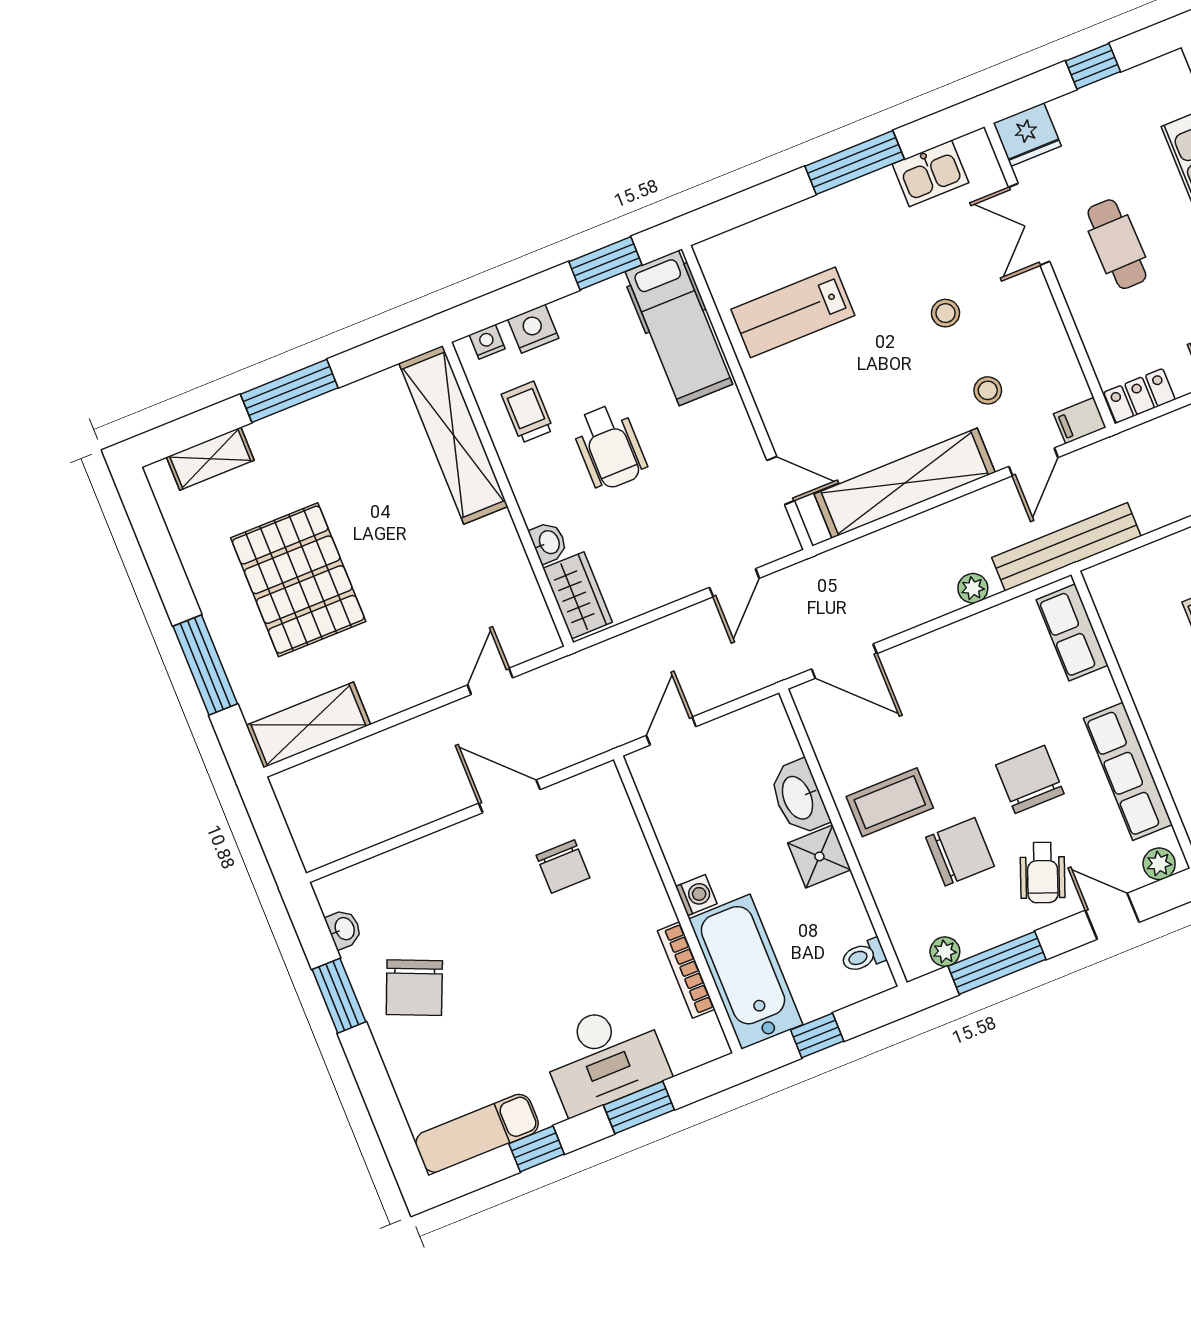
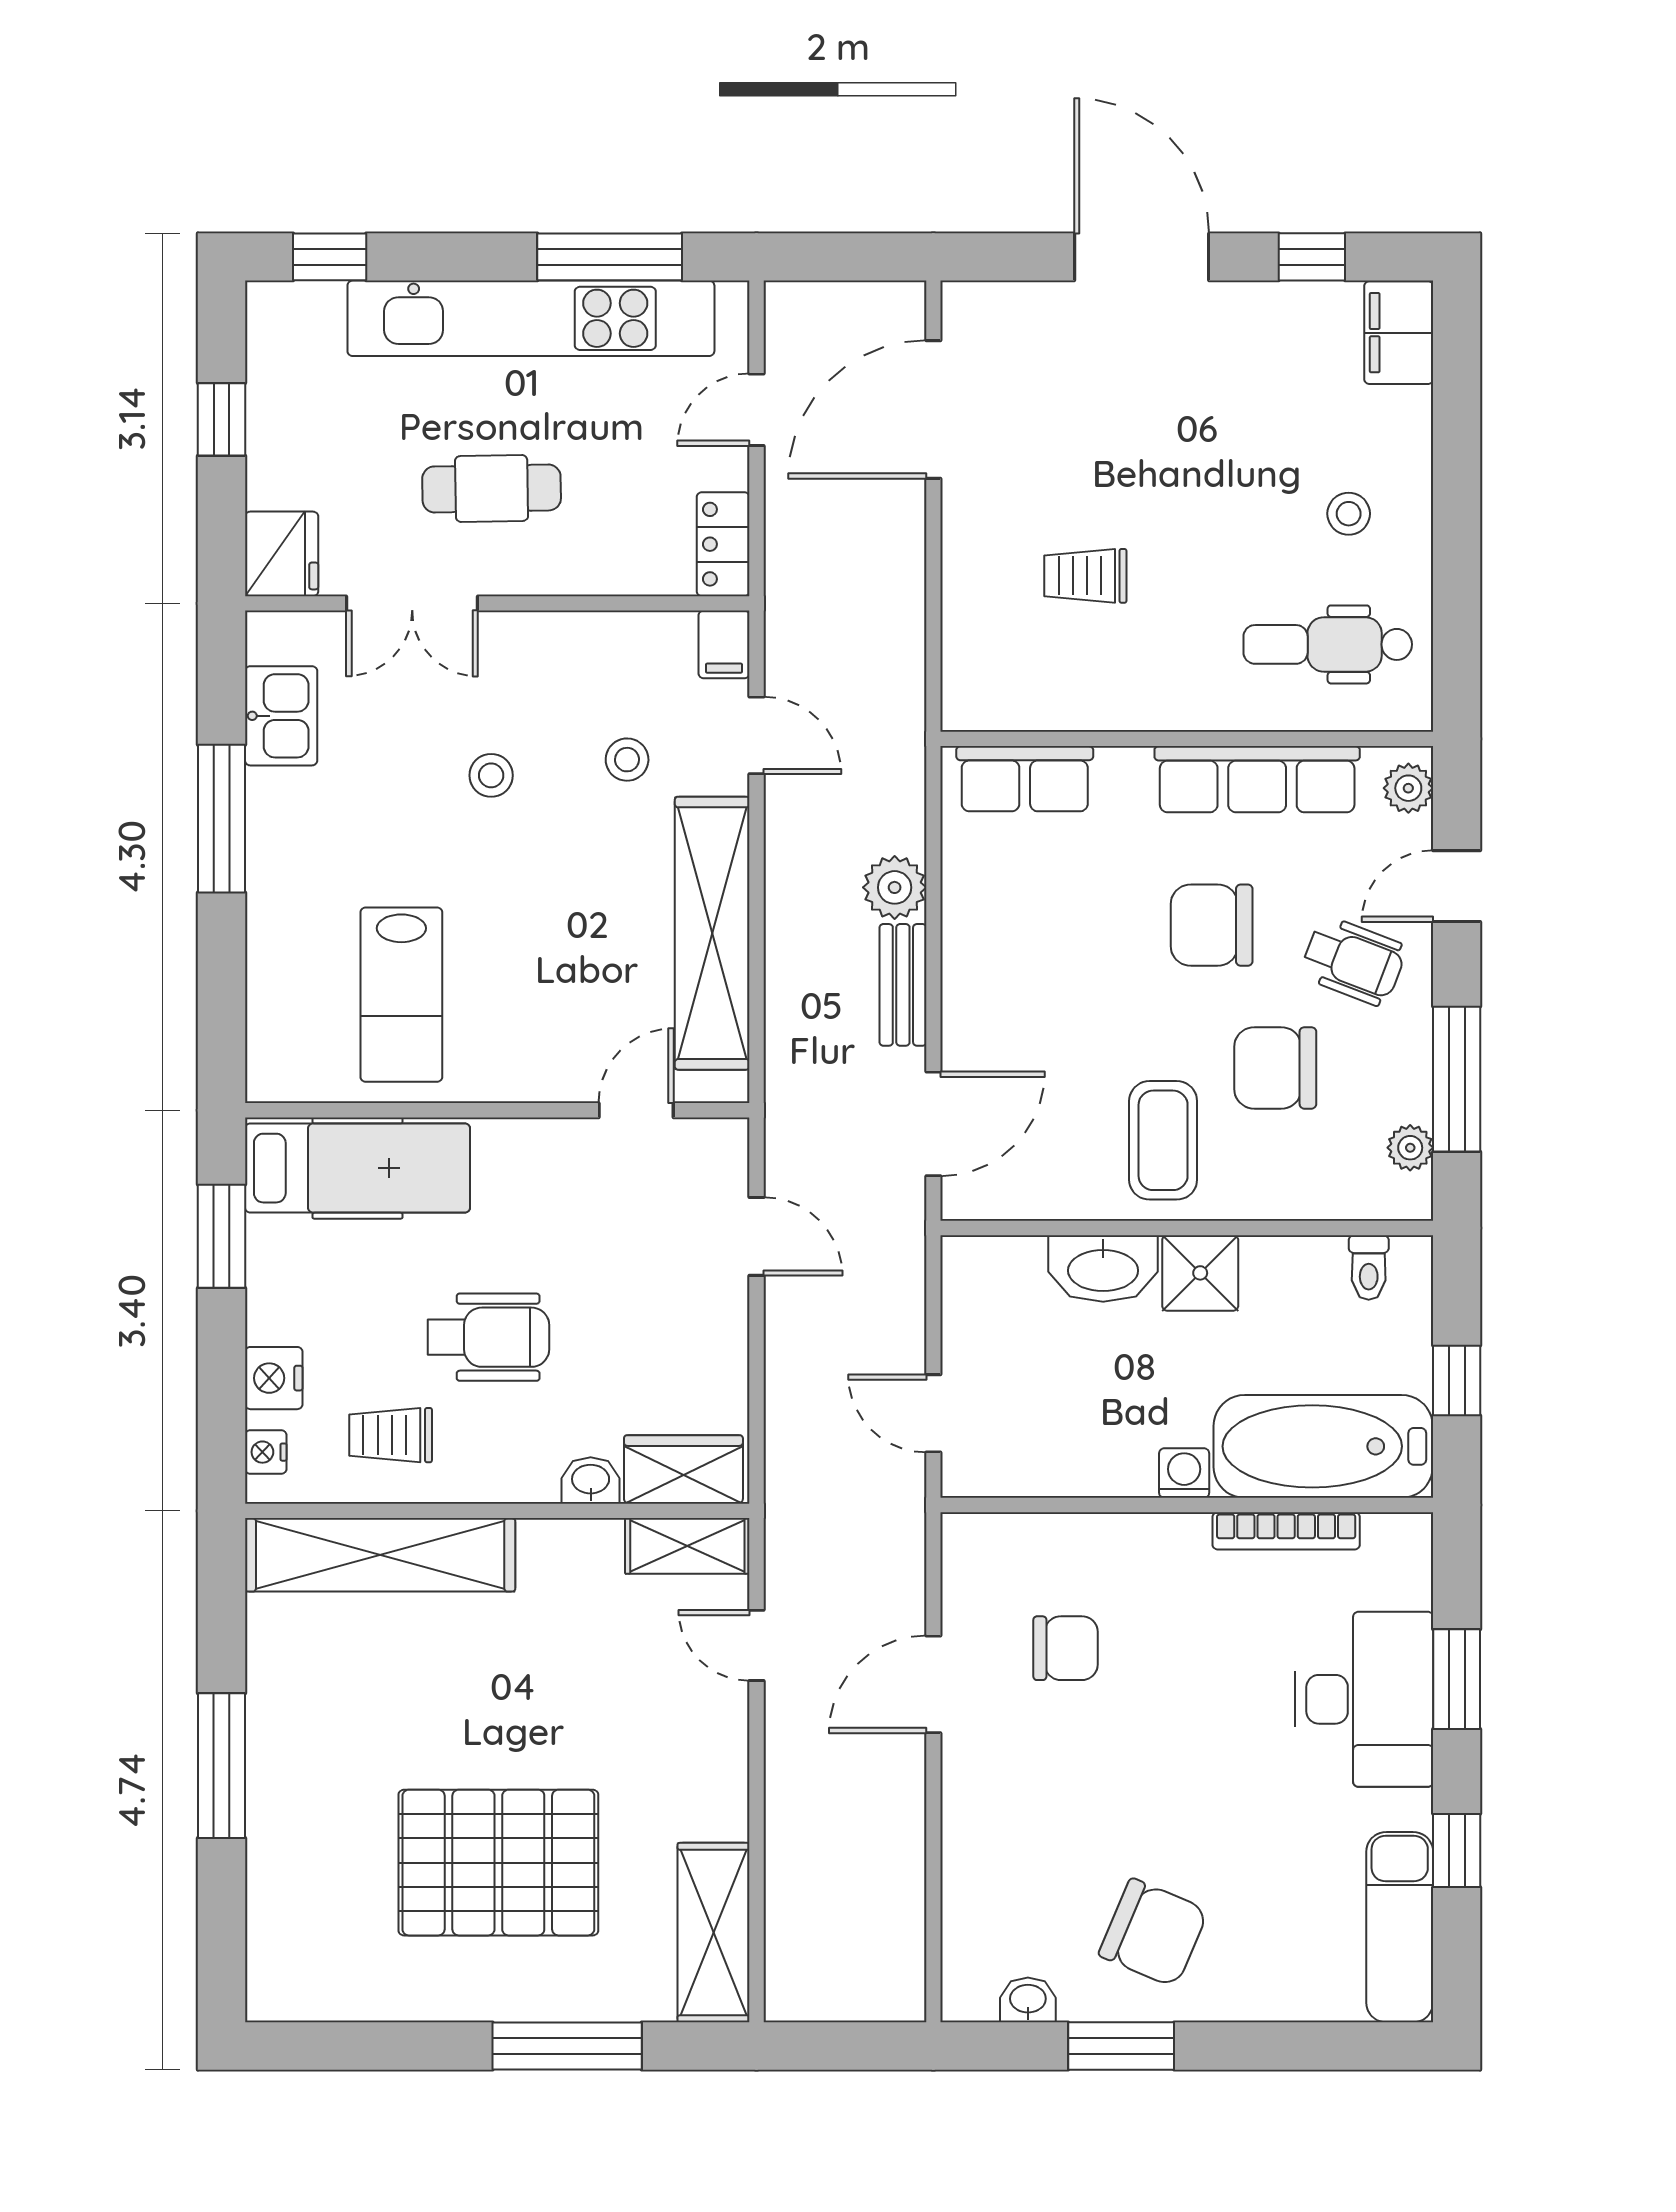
shelving: (210, 459) -> (687, 1546), moved, turned 90
bench: (1066, 547) -> (903, 985), moved, width x0.54, depth x0.82
plant: (973, 588) -> (895, 887), width x1.38, depth x1.38
chair: (960, 852) -> (1275, 1068), turned -90

